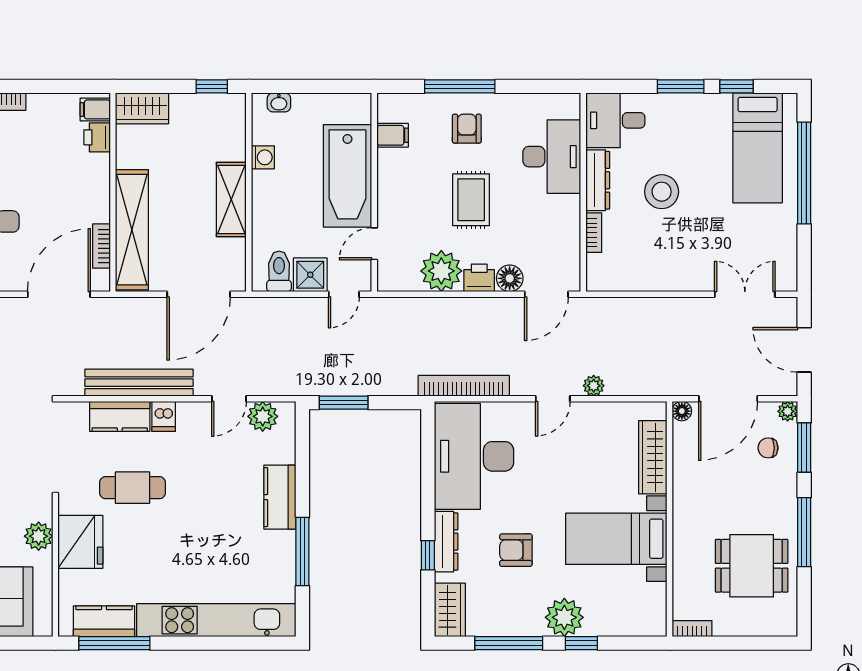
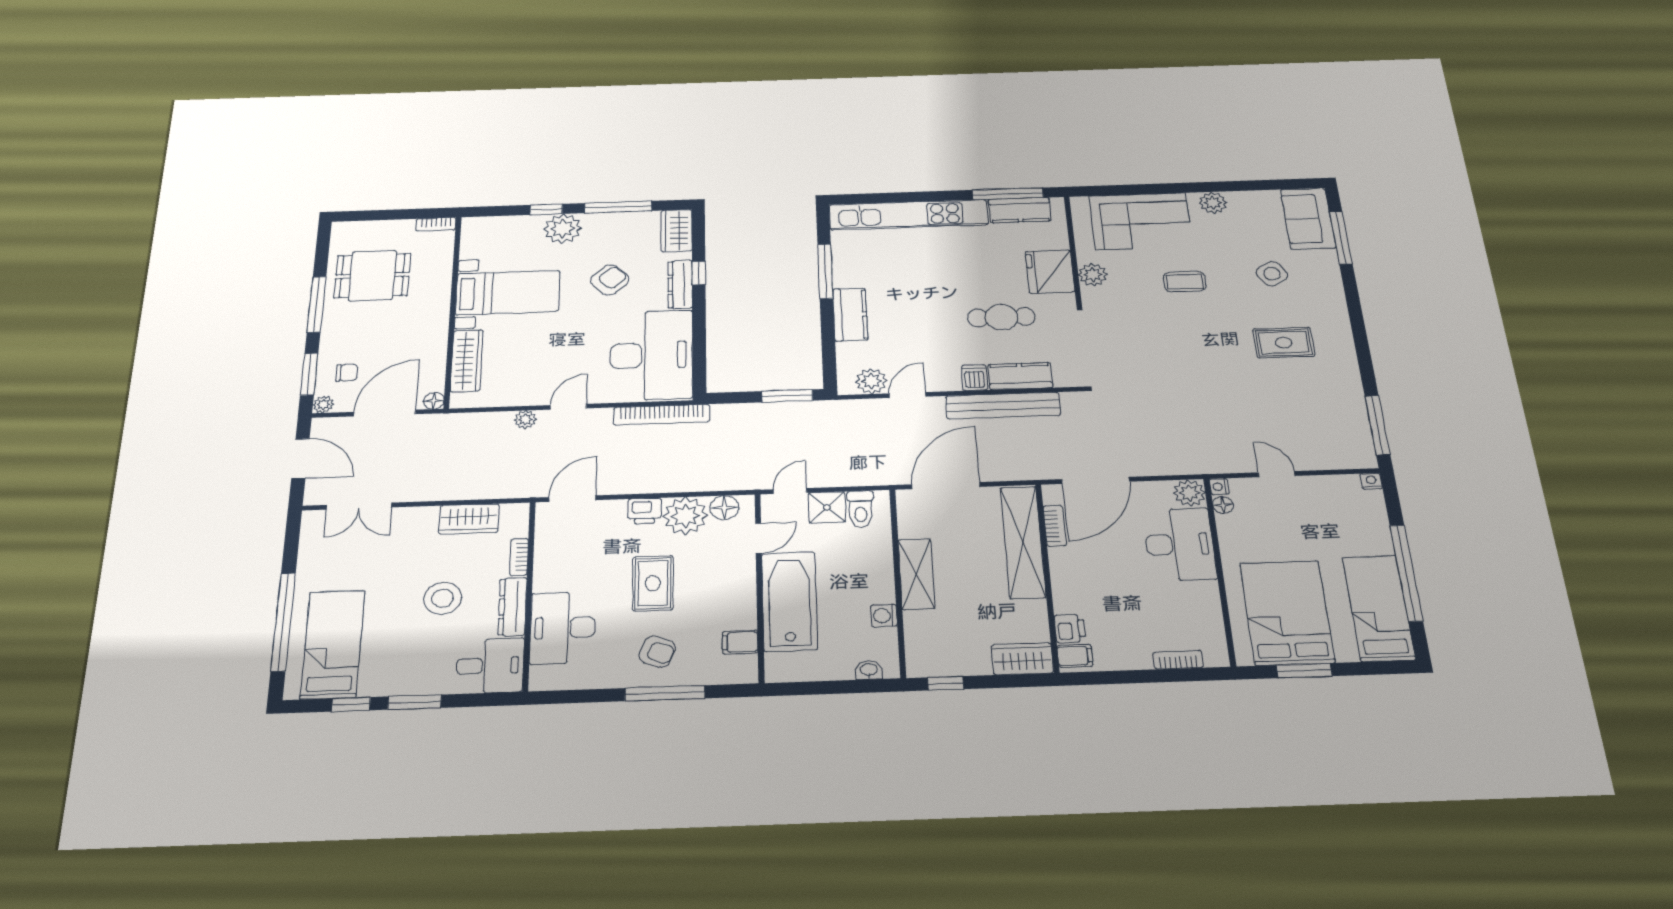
armchair: (467, 129) -> (657, 652), turned -68
wardrobe: (642, 276) -> (469, 519), added
floor lamp: (510, 278) -> (724, 508), moved
armchair: (516, 550) -> (610, 280), turned -44

